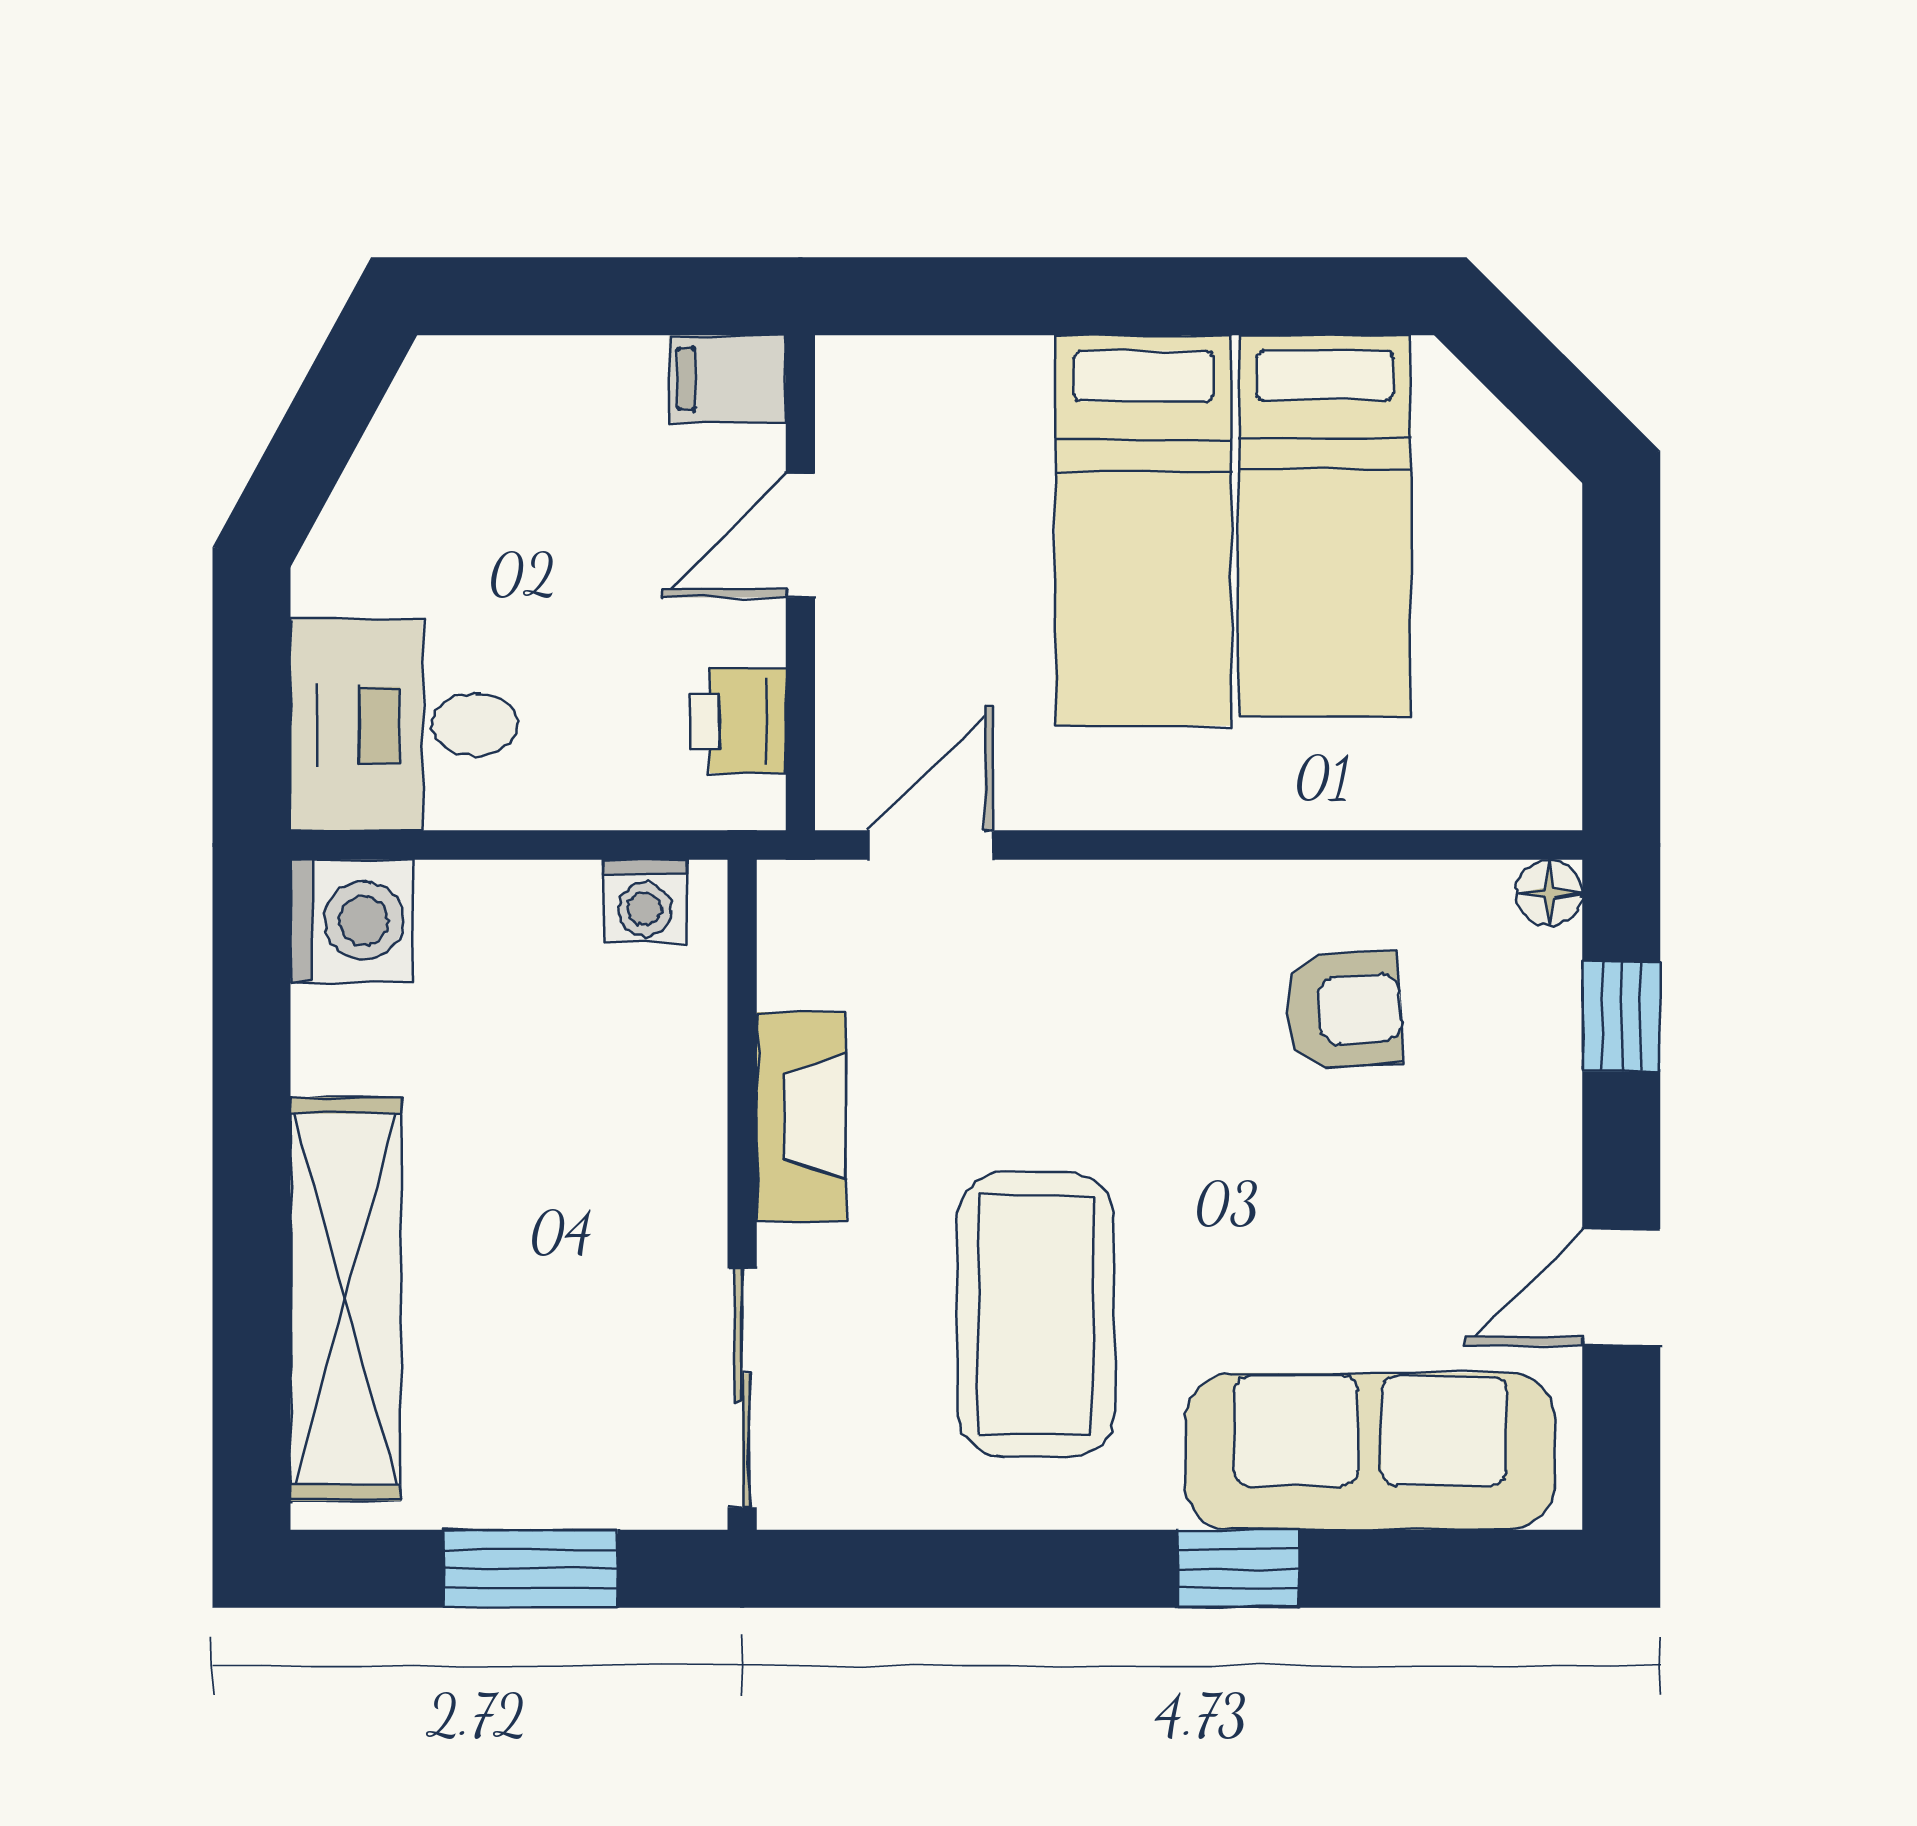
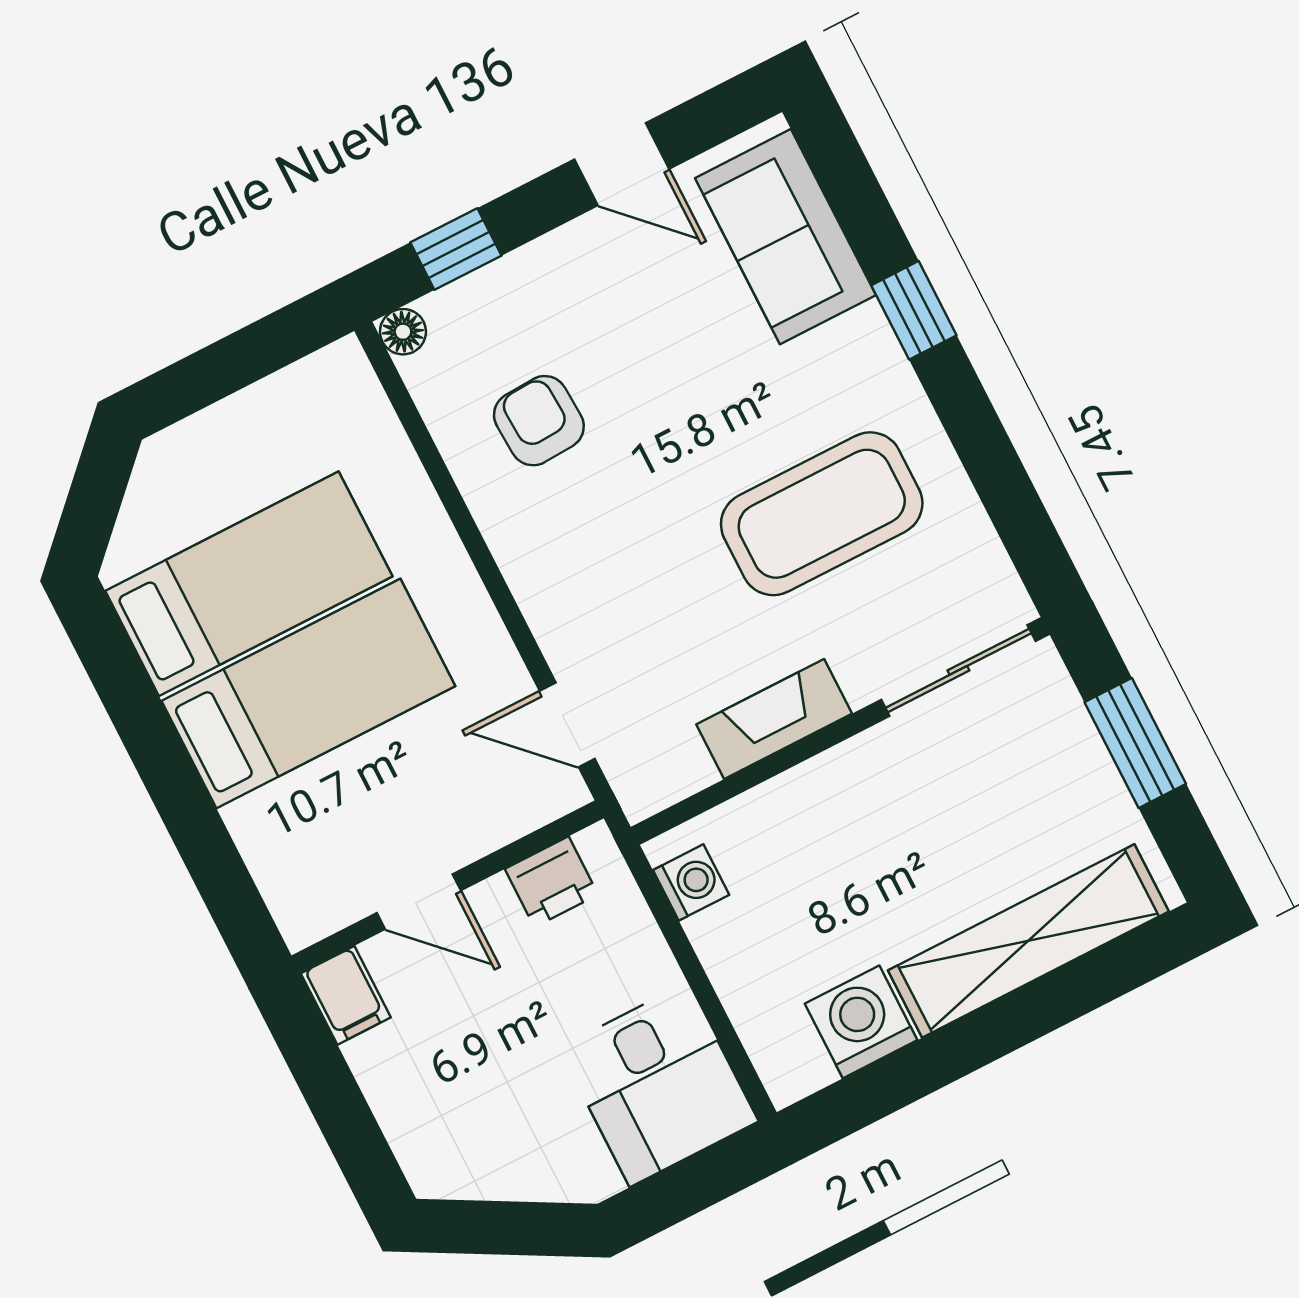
washing machine: (351, 921) -> (861, 1022), moved
sofa: (1370, 1451) -> (785, 237), width x0.73

